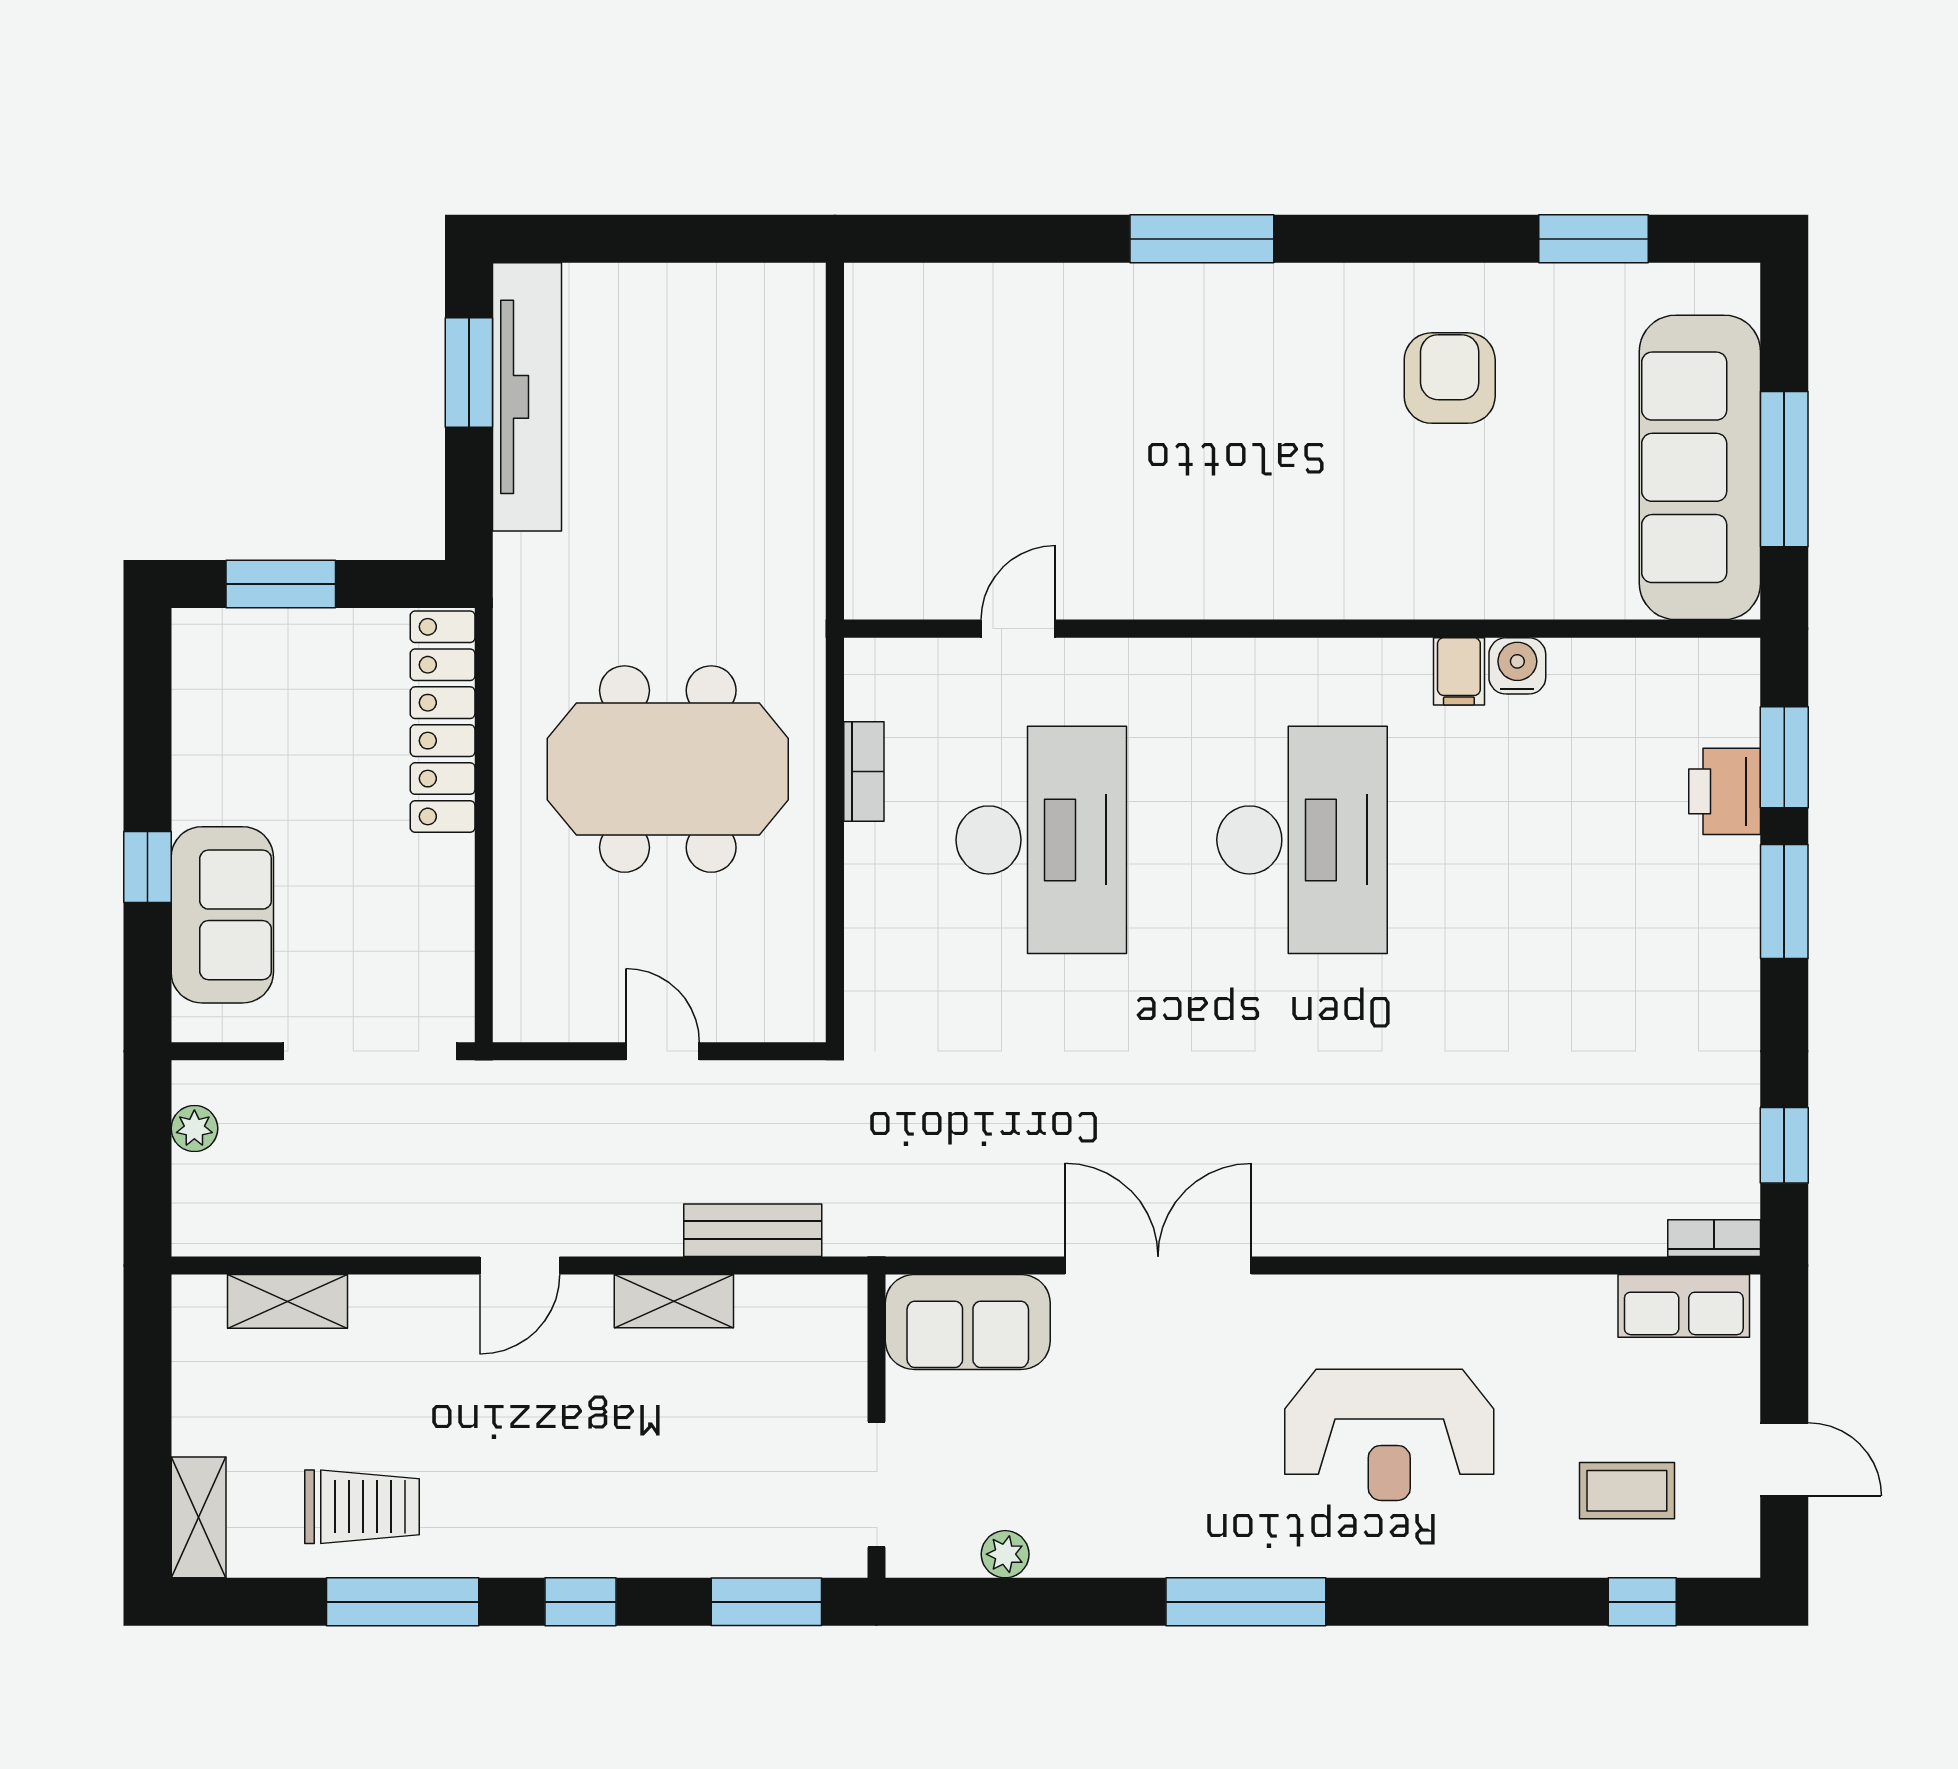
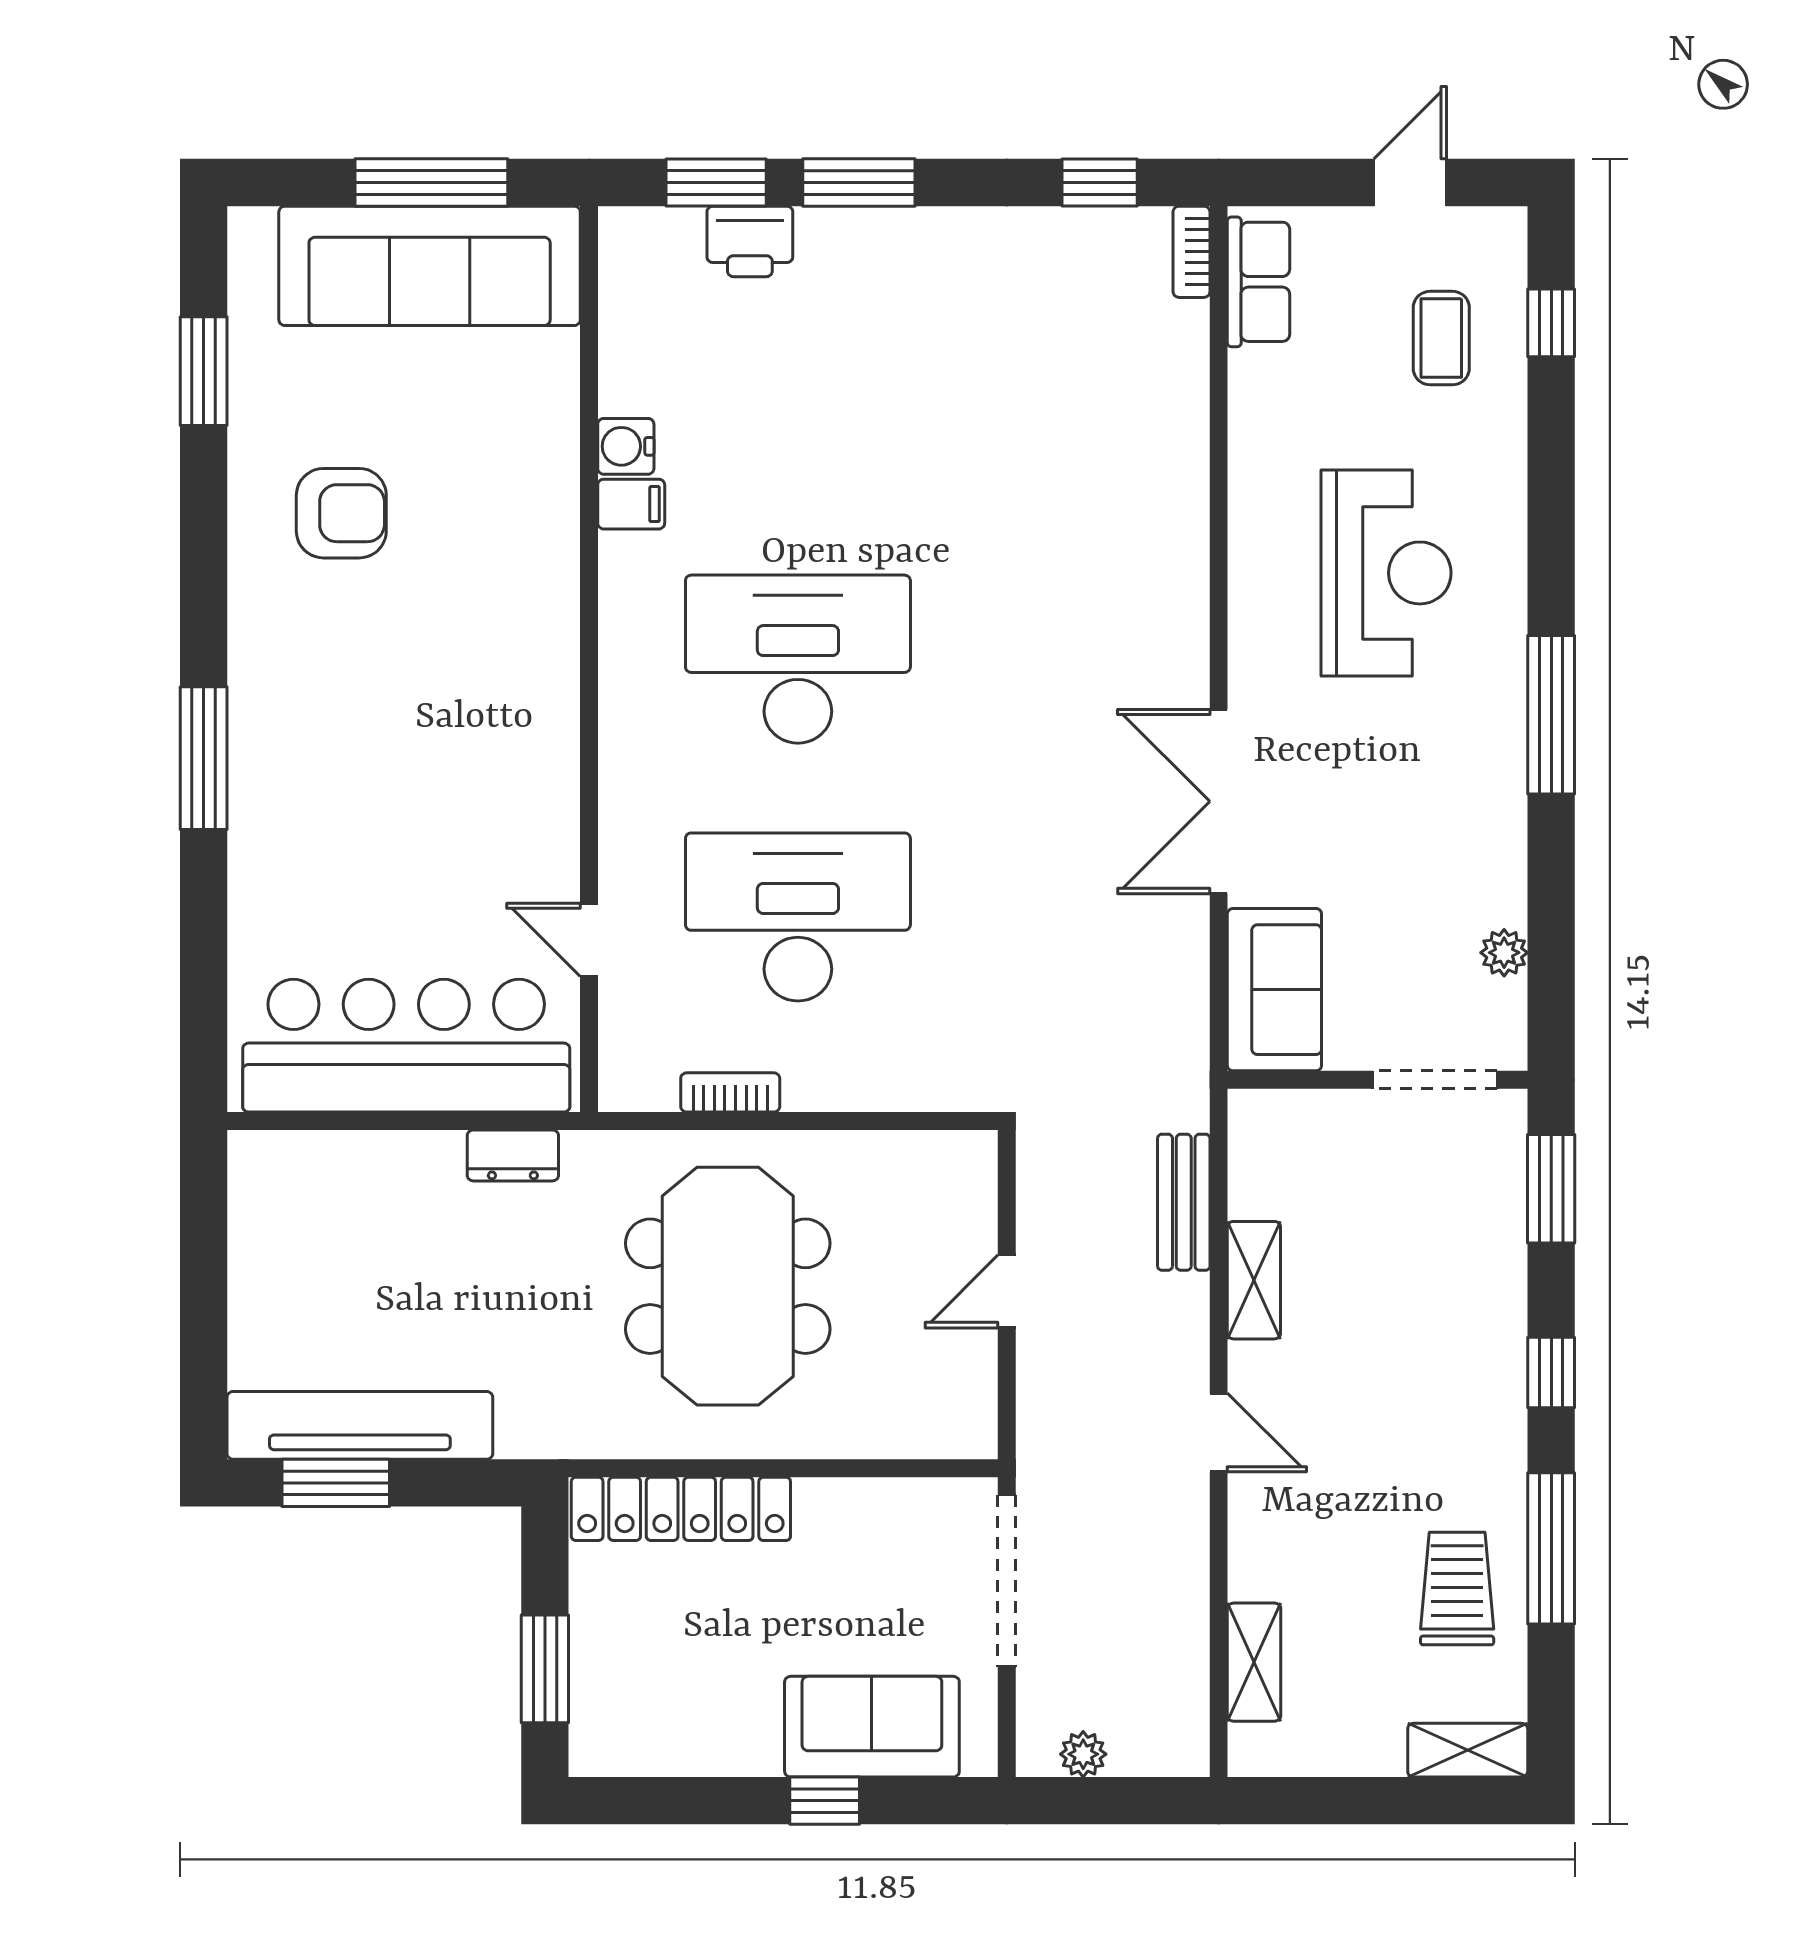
armchair: (1450, 378) -> (341, 513), turned 180
bar counter: (911, 444) -> (406, 1046), added
dresser: (800, 552) -> (513, 1155), added

